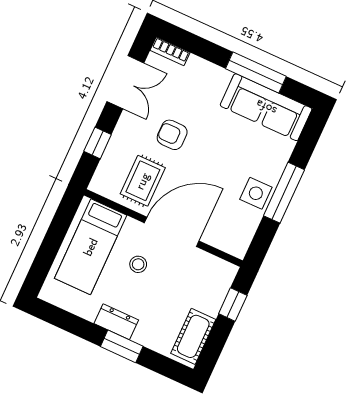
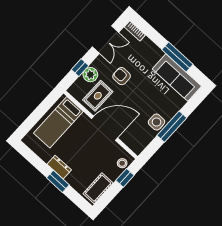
plant: (119, 149) -> (90, 75), added
stool: (138, 264) -> (122, 163), moved

